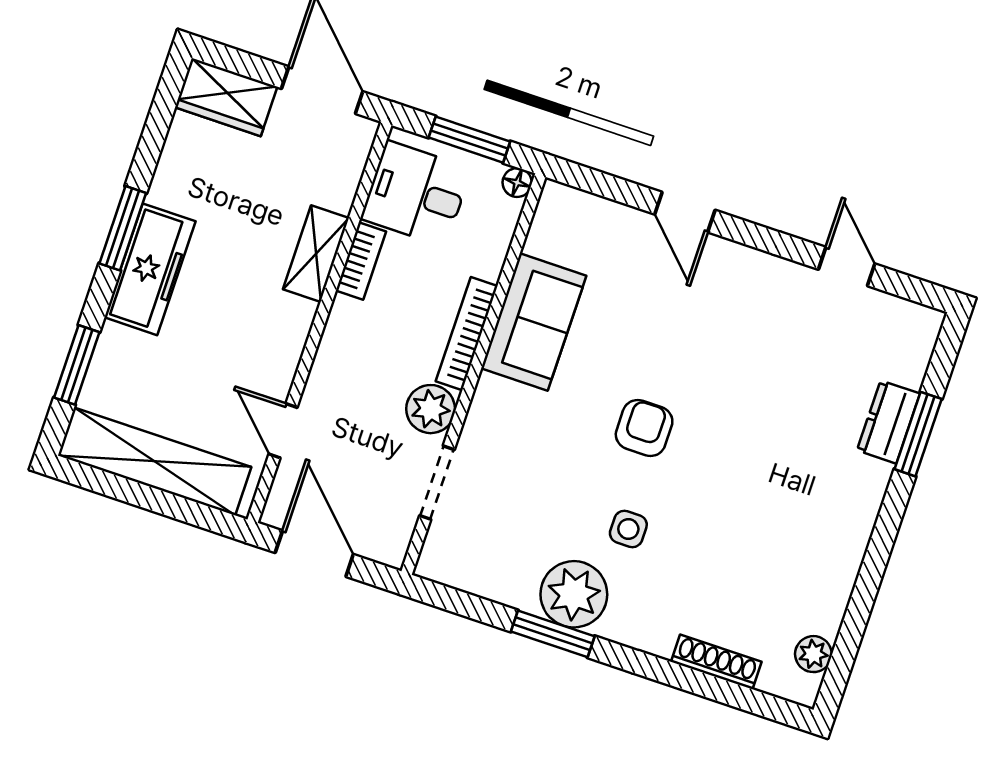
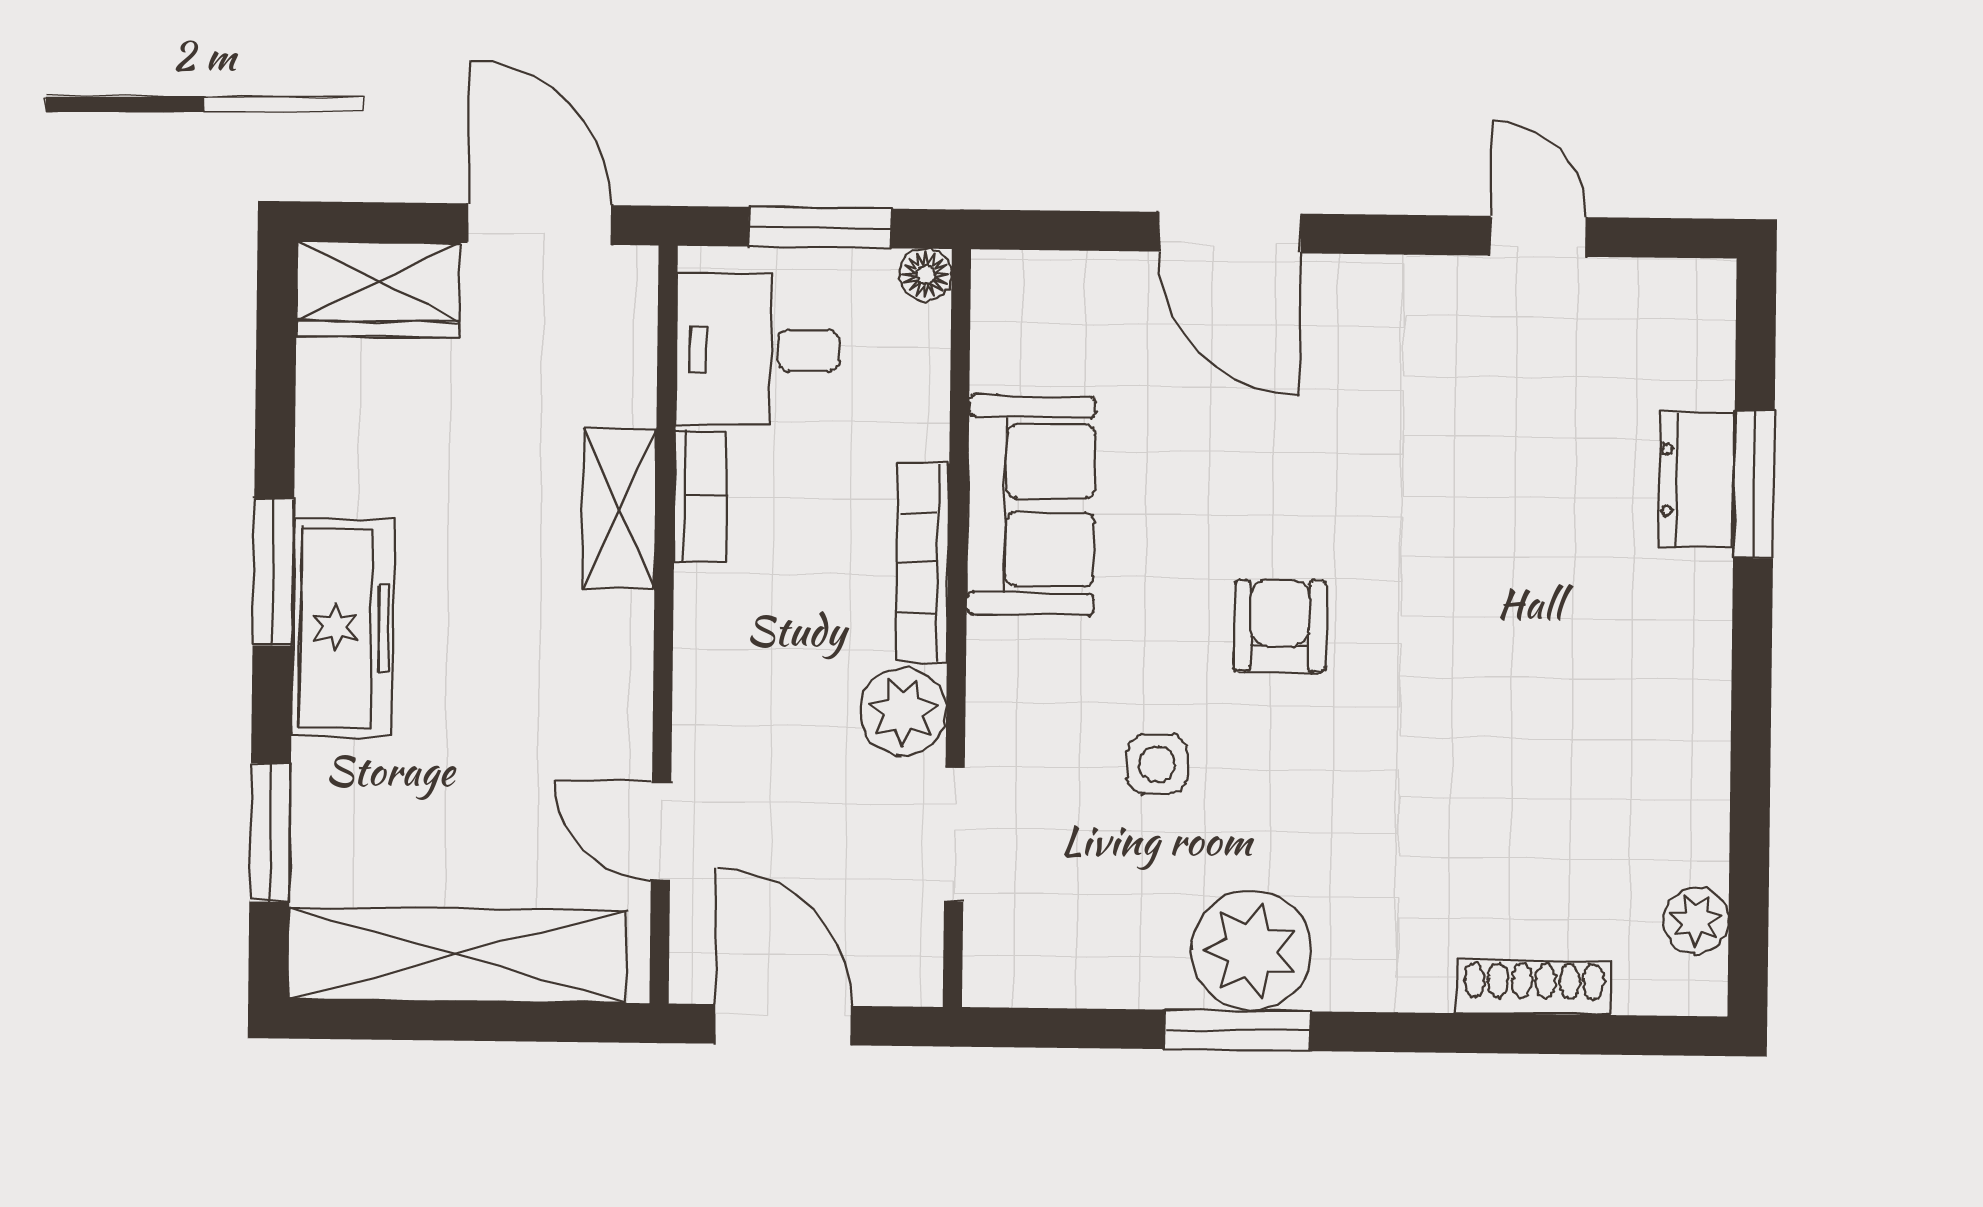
door: (685, 212) -> (1230, 233), width x1.38
side table: (628, 529) -> (1157, 764), moved

